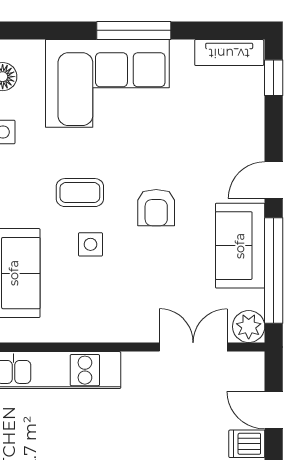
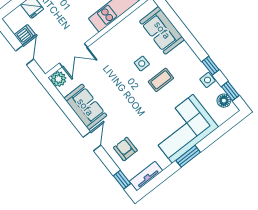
window: (134, 30) -> (188, 156), width x0.69
armchair: (156, 208) -> (125, 149), moved
window: (274, 270) -> (66, 107), removed
door: (274, 410) -> (25, 55), hinge flipped

